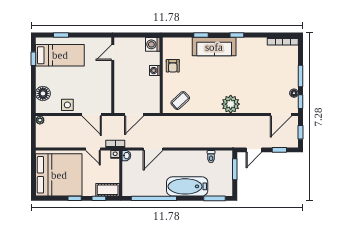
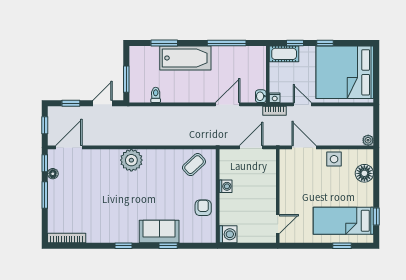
sofa: (214, 47) -> (159, 232), width x0.73
washing machine: (155, 71) -> (226, 186), moved
window: (154, 198) -> (227, 43), width x0.68
window: (214, 198) -> (164, 43), moved

